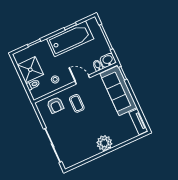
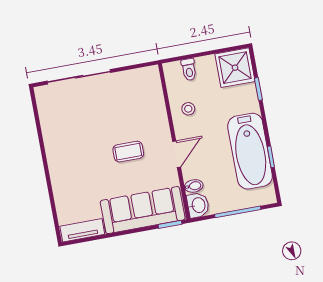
shower: (30, 70) -> (235, 68), moved
coffee table: (77, 103) -> (128, 152), moved
armchair: (55, 105) -> (145, 98), removed
plant: (104, 143) -> (61, 164), removed

